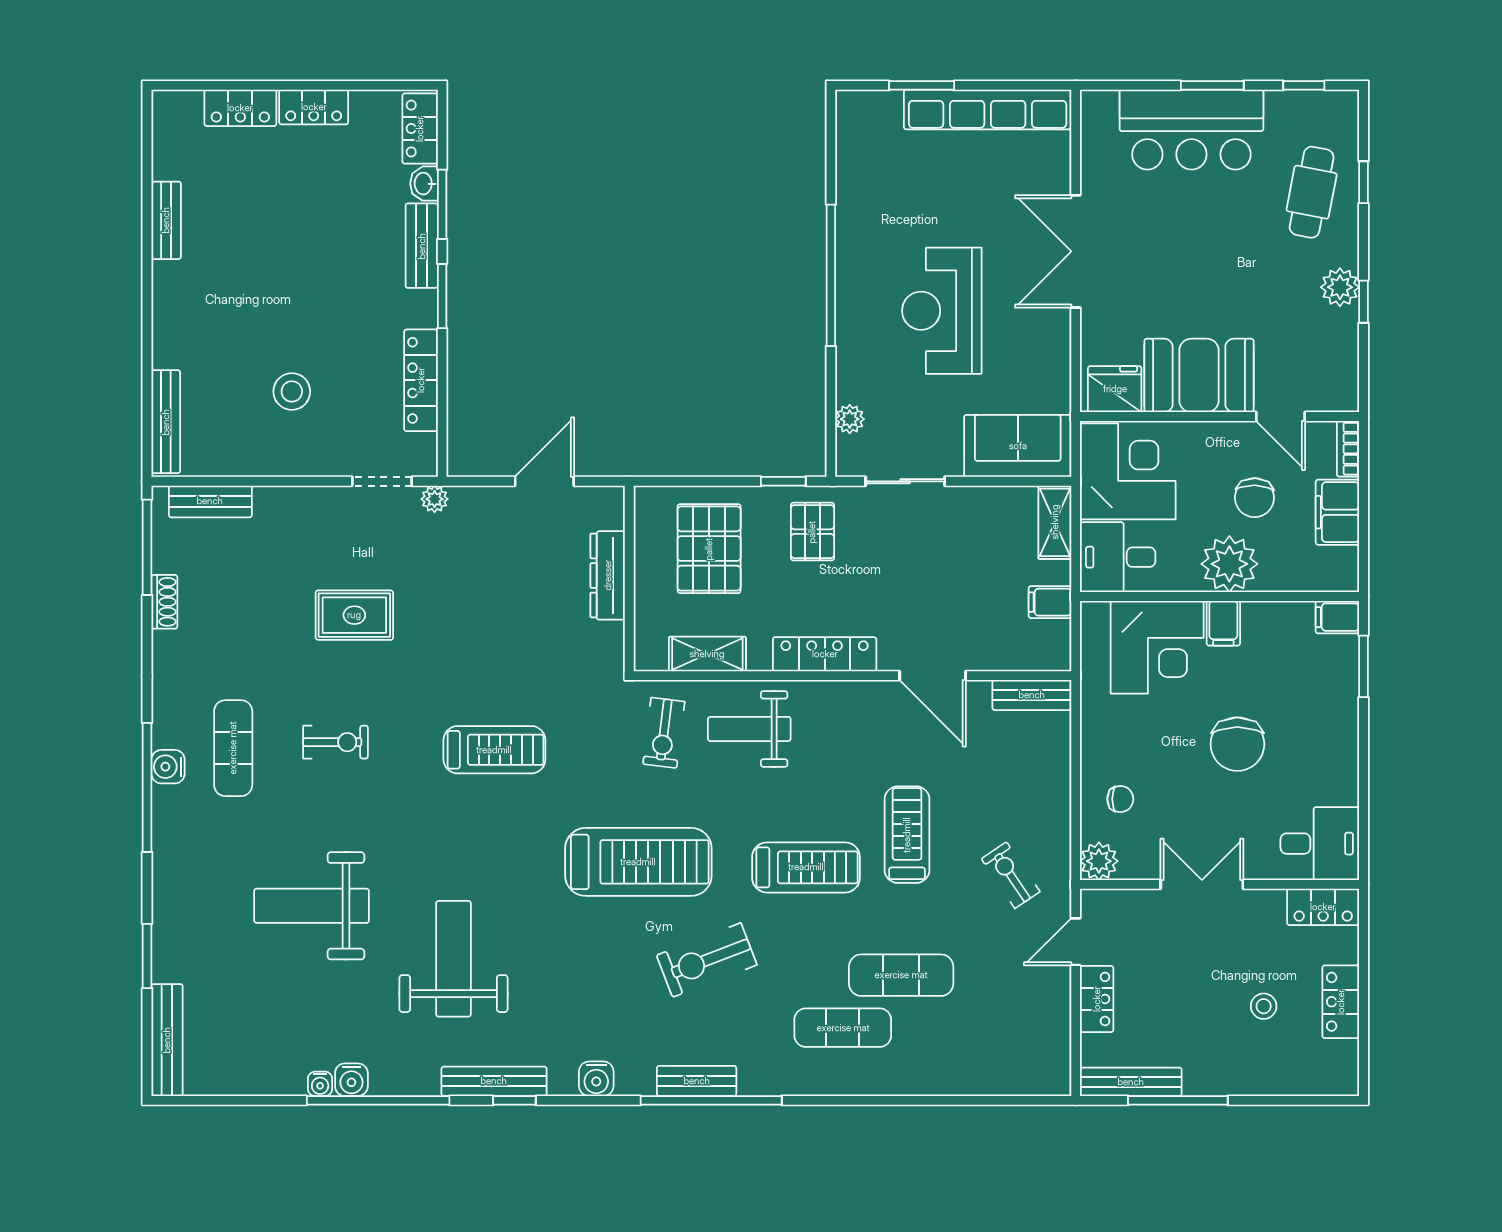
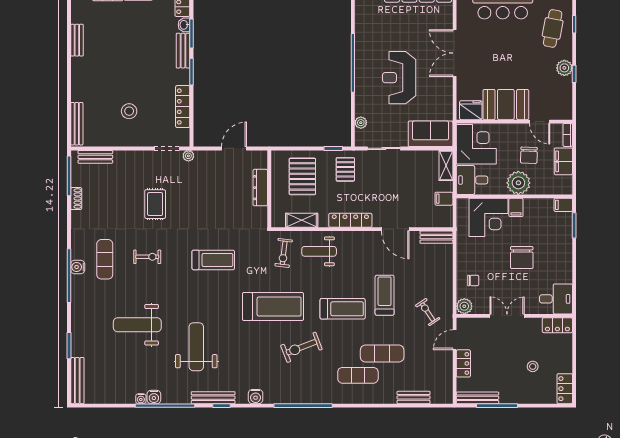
rug: (354, 615) -> (155, 204), turned 90
locker: (1341, 1002) -> (565, 389), moved
bench: (697, 1081) -> (414, 397), moved

